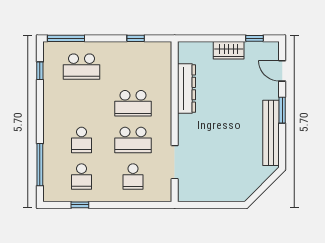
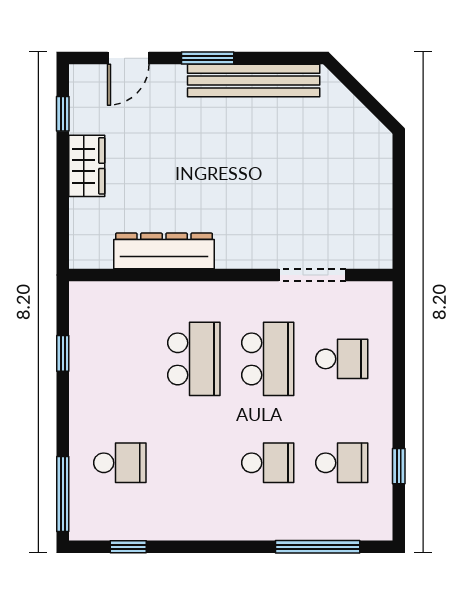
school desk: (82, 67) -> (120, 463), width x0.54

